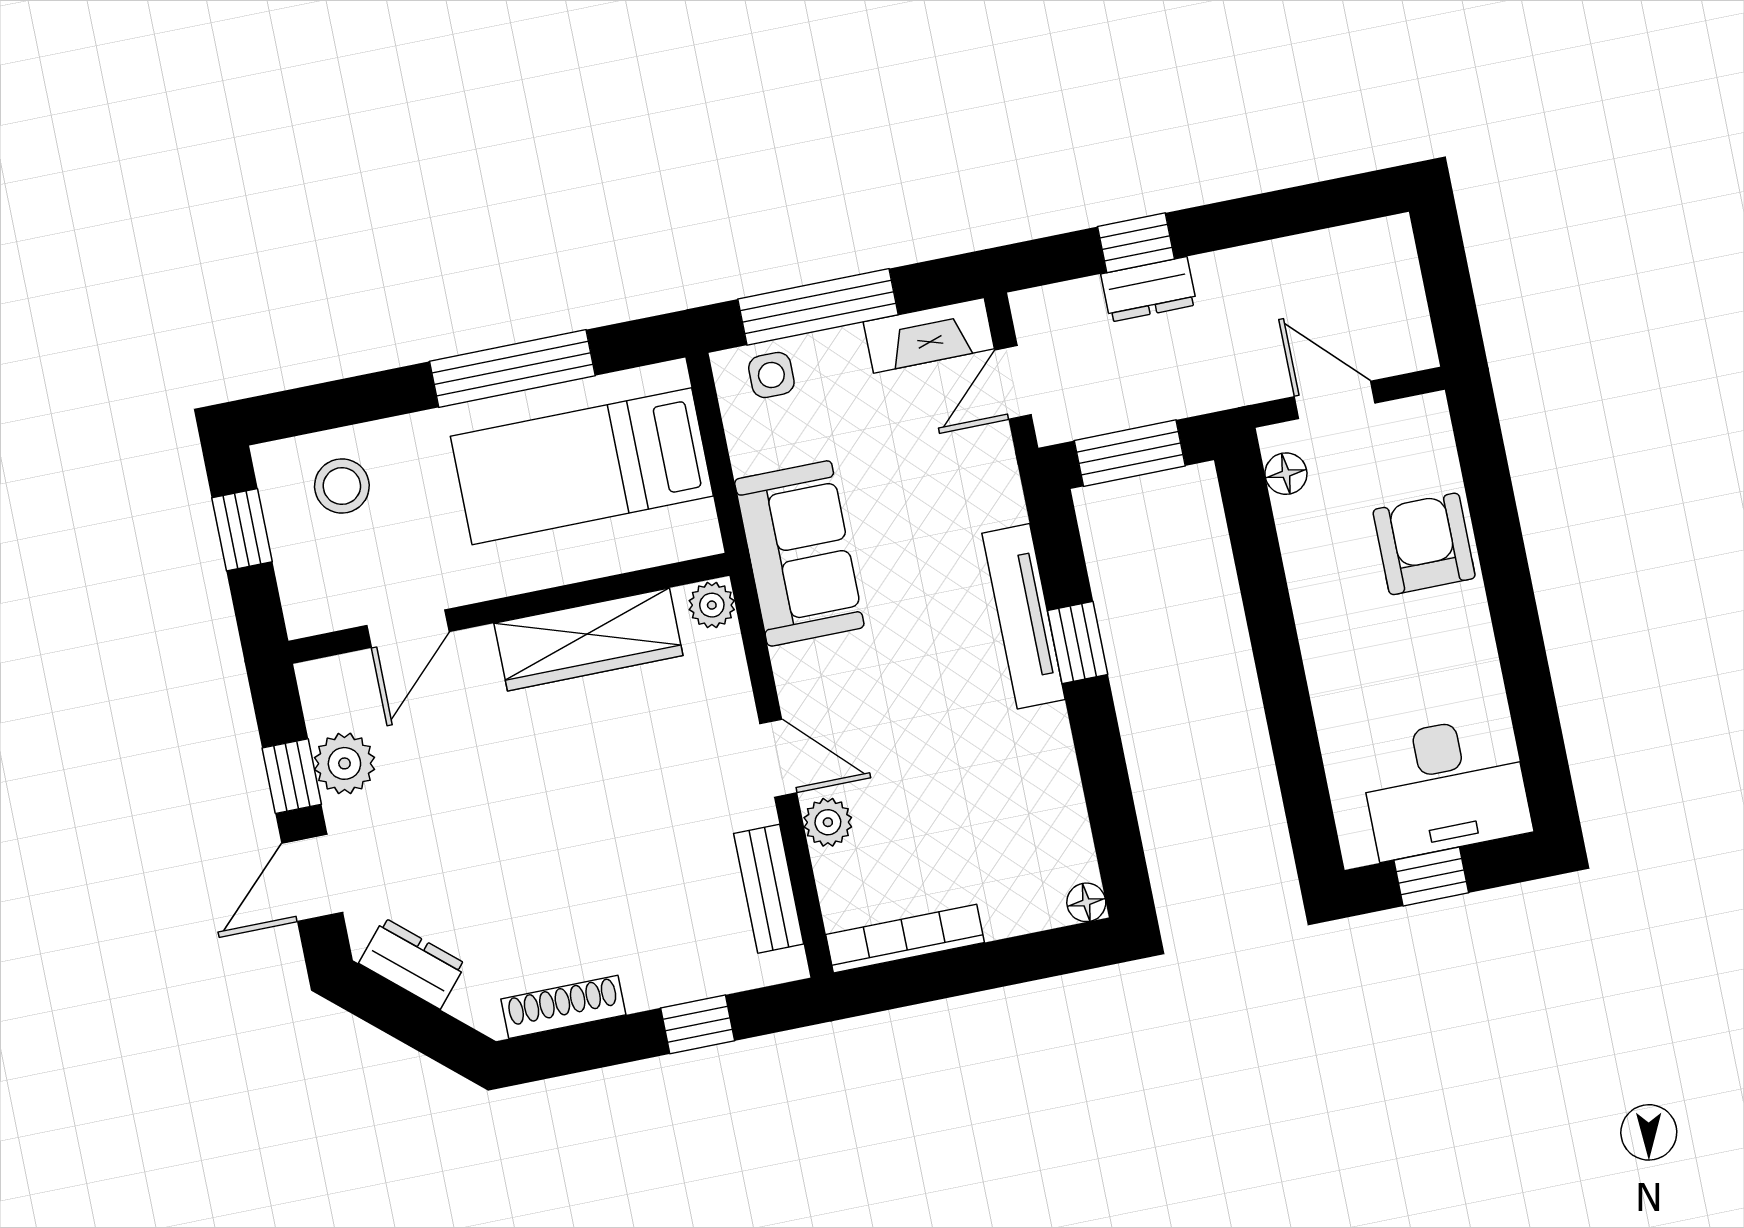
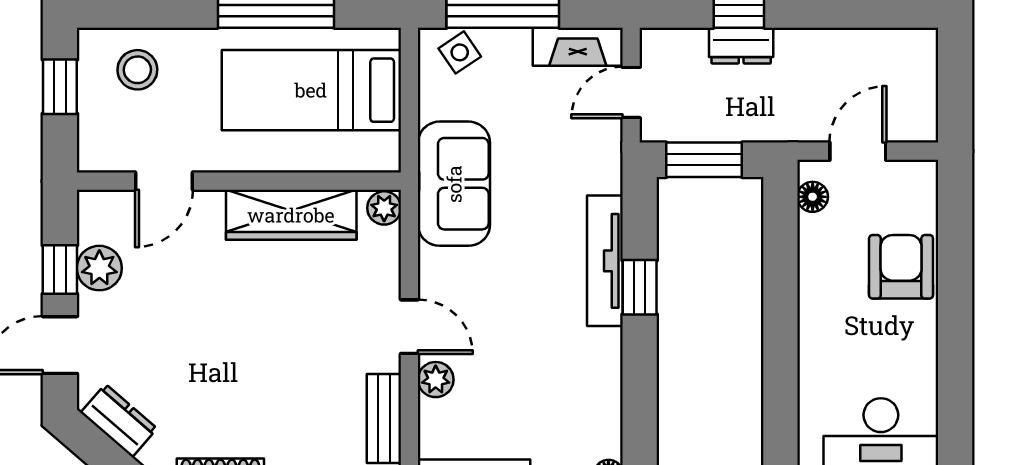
side table: (771, 375) -> (460, 52), turned -34
door: (1335, 400) -> (858, 151), hinge flipped

